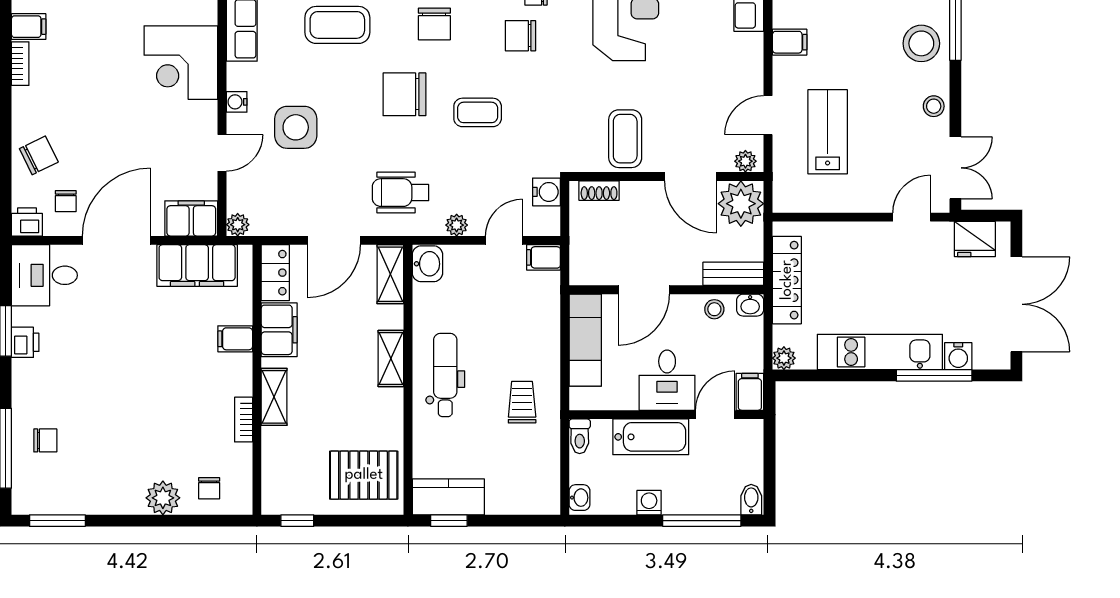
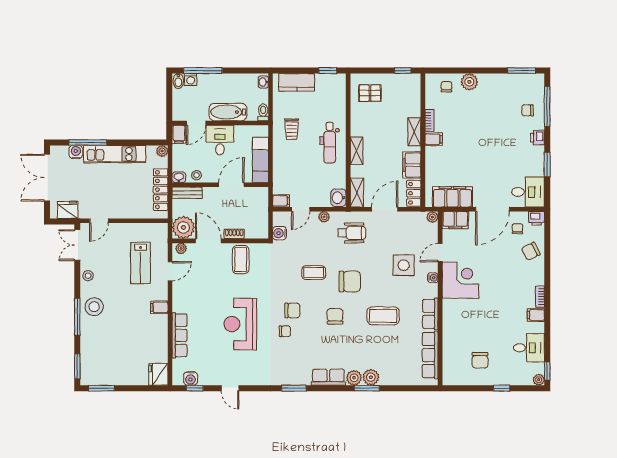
corner desk: (181, 63) -> (460, 280), moved
shoe rack: (599, 191) -> (234, 234), moved
filing cabinet: (235, 339) -> (434, 139), moved
printer: (25, 342) -> (537, 138), moved
pallet: (364, 475) -> (370, 93), width x0.67, depth x0.71
kitchen counter: (448, 497) -> (297, 82), moved
washing machine: (649, 503) -> (191, 79), moved

